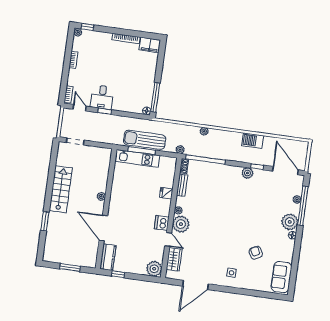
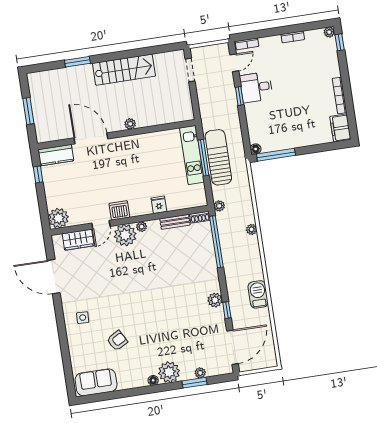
window: (303, 206) -> (195, 383), width x0.47
door: (103, 228) -> (91, 138), hinge flipped

